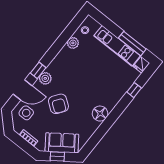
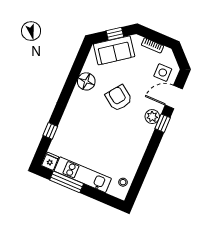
plant: (73, 43) -> (132, 164), removed
armchair: (58, 104) -> (119, 98), moved
floor lamp: (100, 114) -> (86, 81), moved

